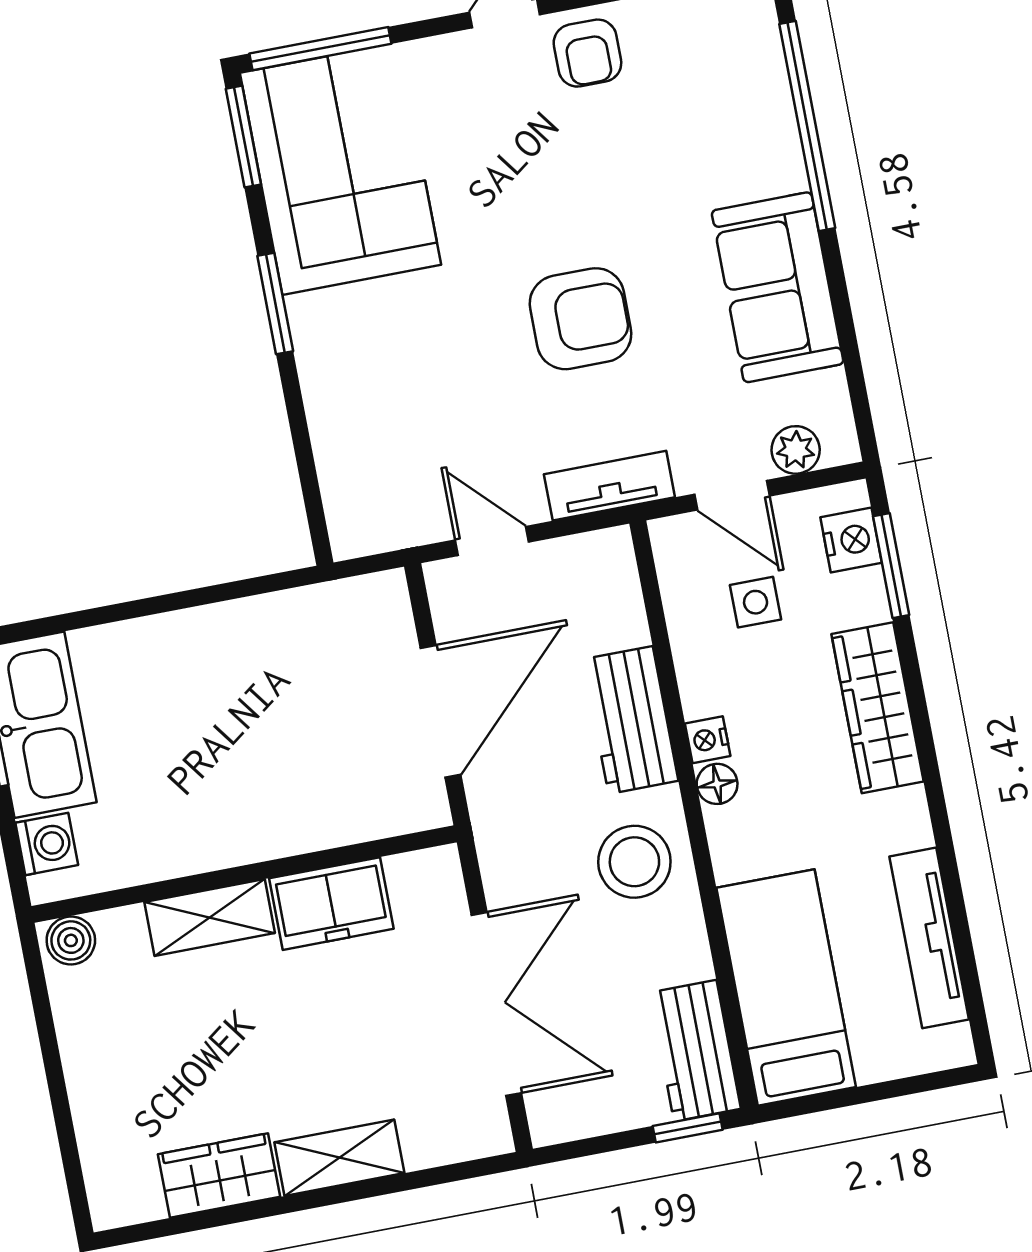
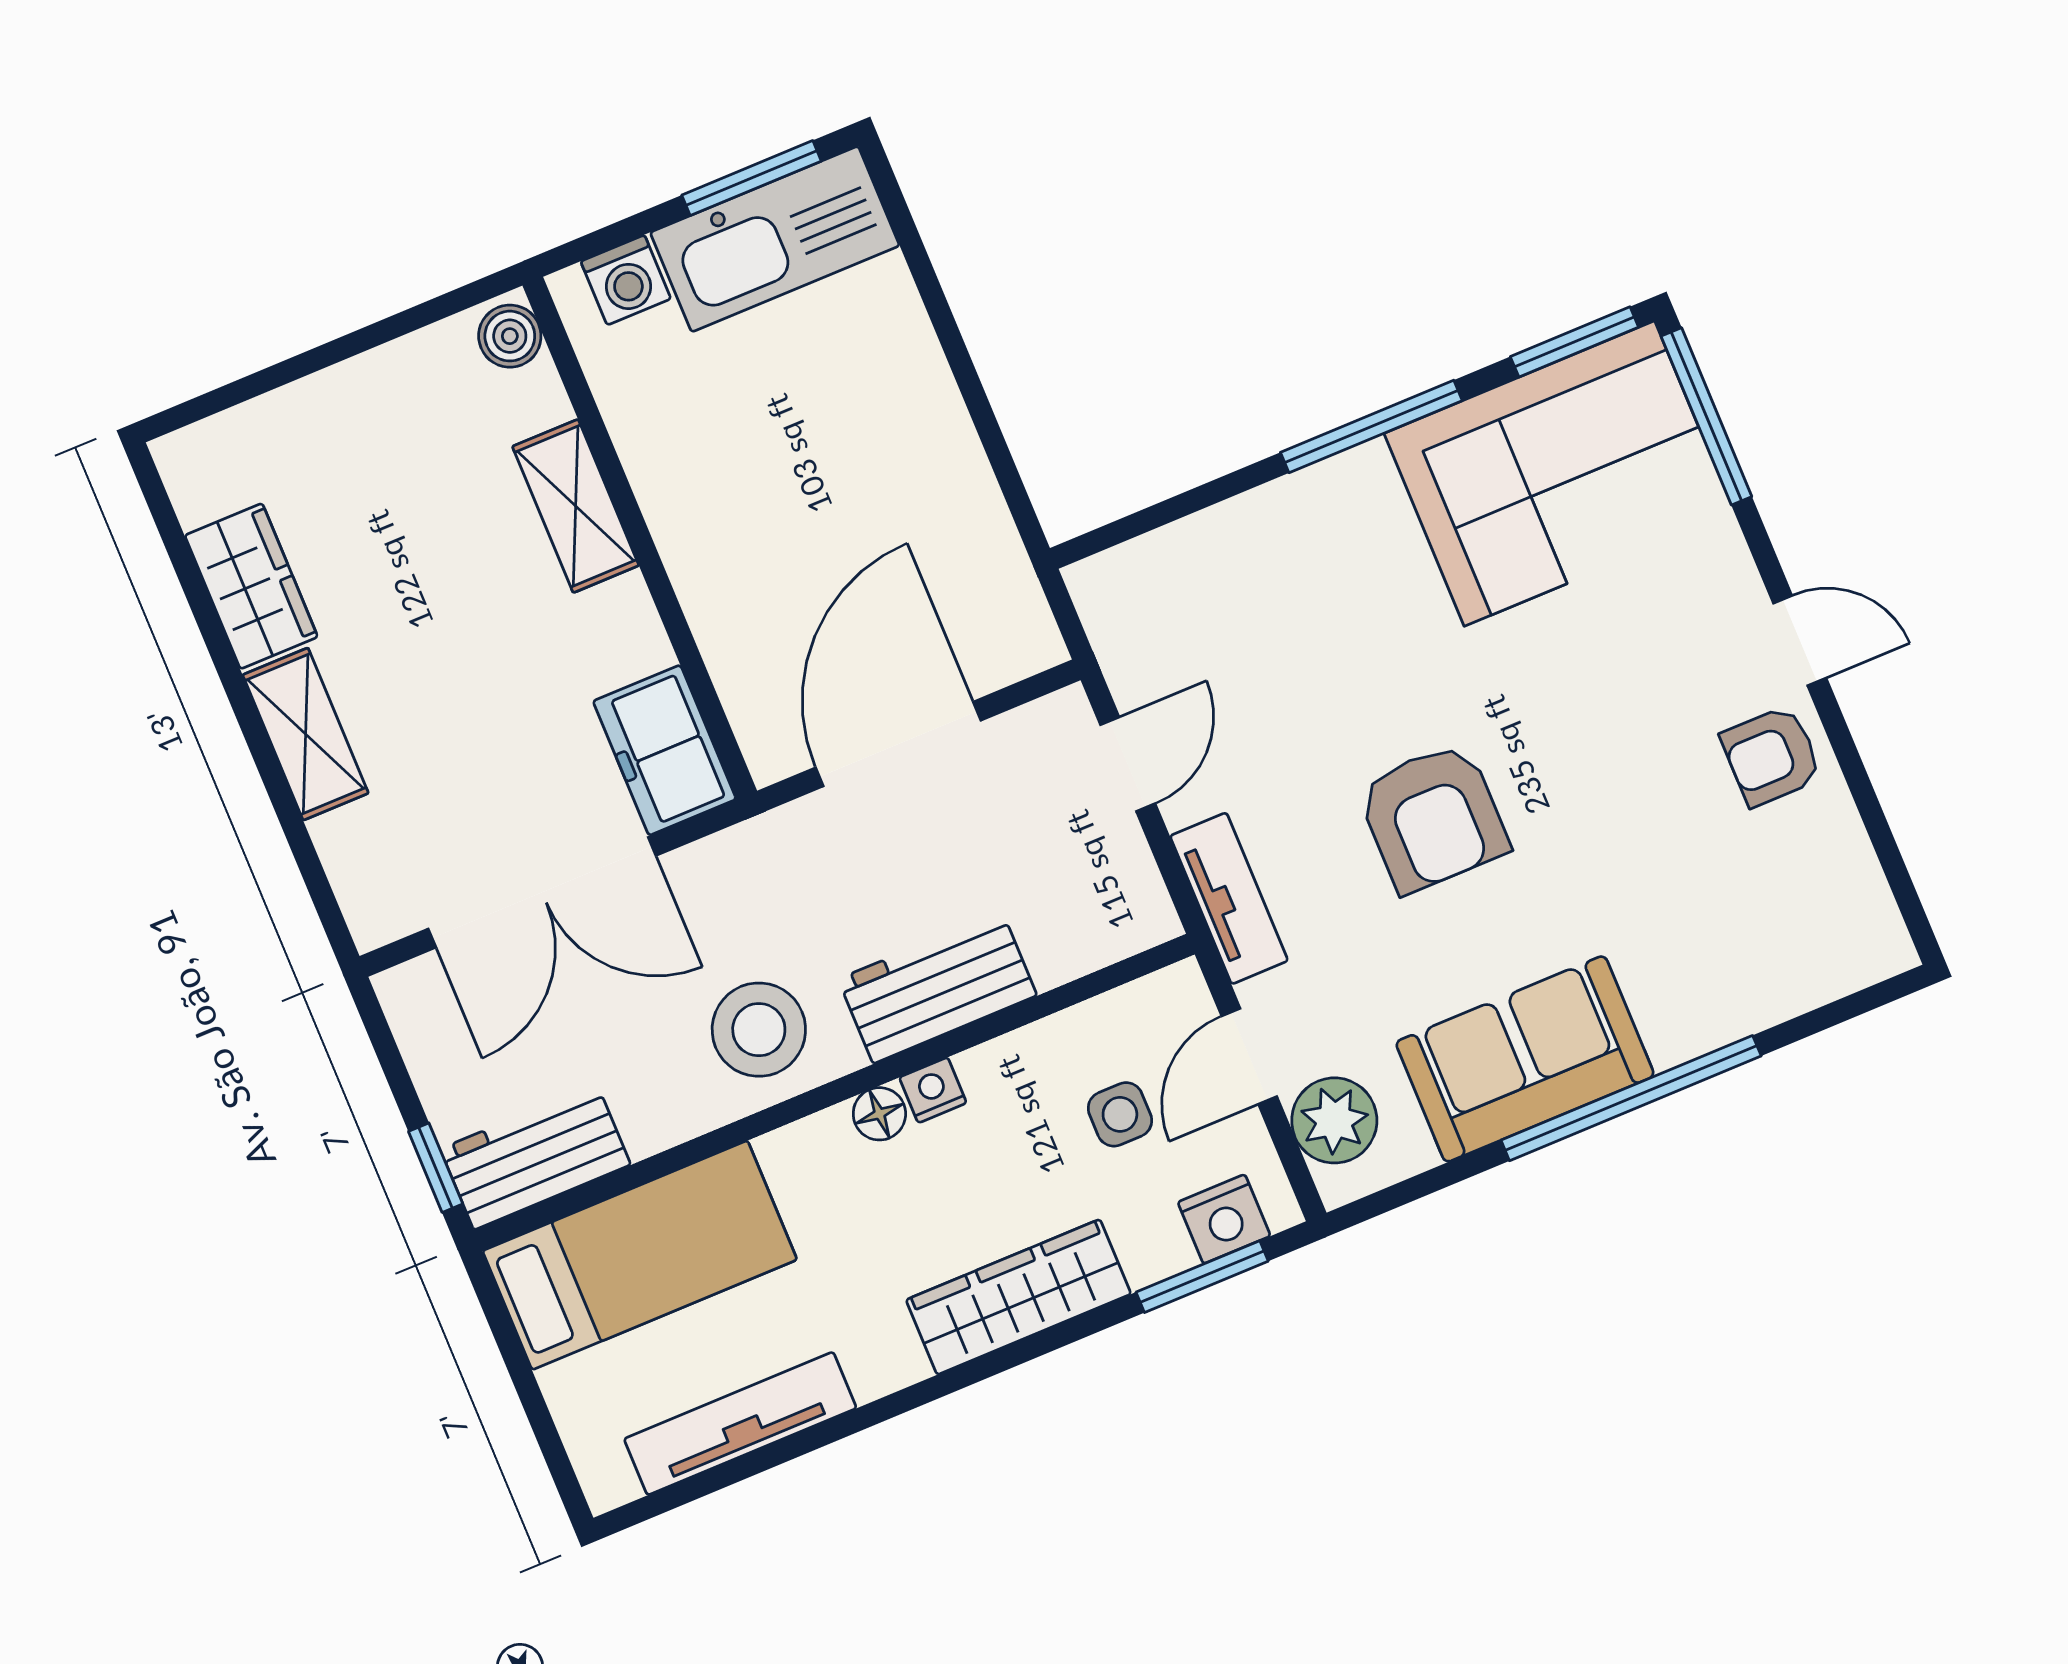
window: (807, 126) -> (1631, 1098), moved
window: (275, 303) -> (1371, 426), width x1.44
plant: (796, 450) -> (1334, 1120), width x1.38, depth x1.38
door: (441, 711) -> (898, 744), swing flipped
freezer: (331, 904) -> (665, 750), moved

